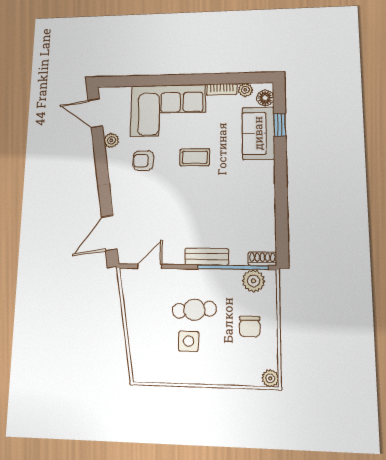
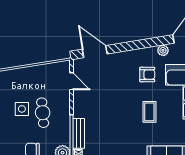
armchair: (143, 161) -> (147, 75), turned 90
bench: (207, 257) -> (79, 133), moved

